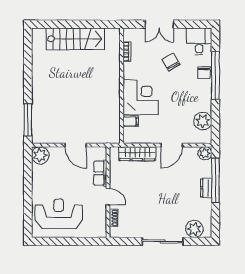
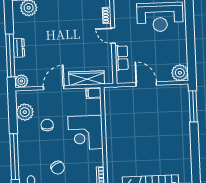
chair: (204, 73) -> (47, 125), moved
filing cabinet: (131, 121) -> (94, 93), moved

